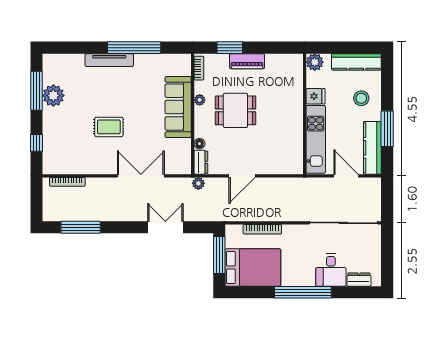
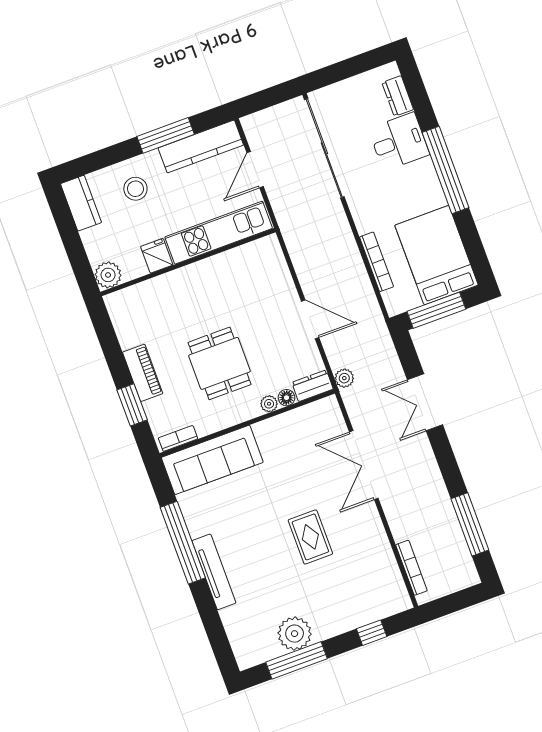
kitchen counter: (356, 62) -> (81, 203), width x0.67
plant: (200, 100) -> (269, 404), moved
sofa: (178, 107) -> (212, 460), moved

